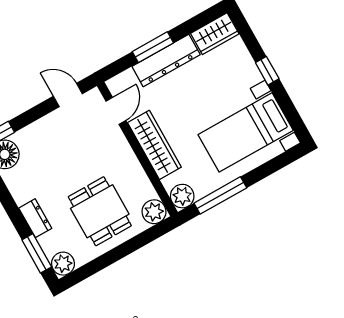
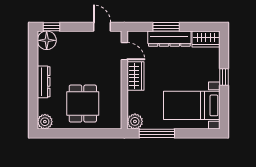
door: (116, 111) -> (124, 51), hinge flipped
wardrobe: (154, 145) -> (135, 76), width x0.67
plant: (154, 212) -> (114, 121), removed
dresser: (35, 218) -> (44, 82), width x1.44
window: (37, 253) -> (33, 107), removed

